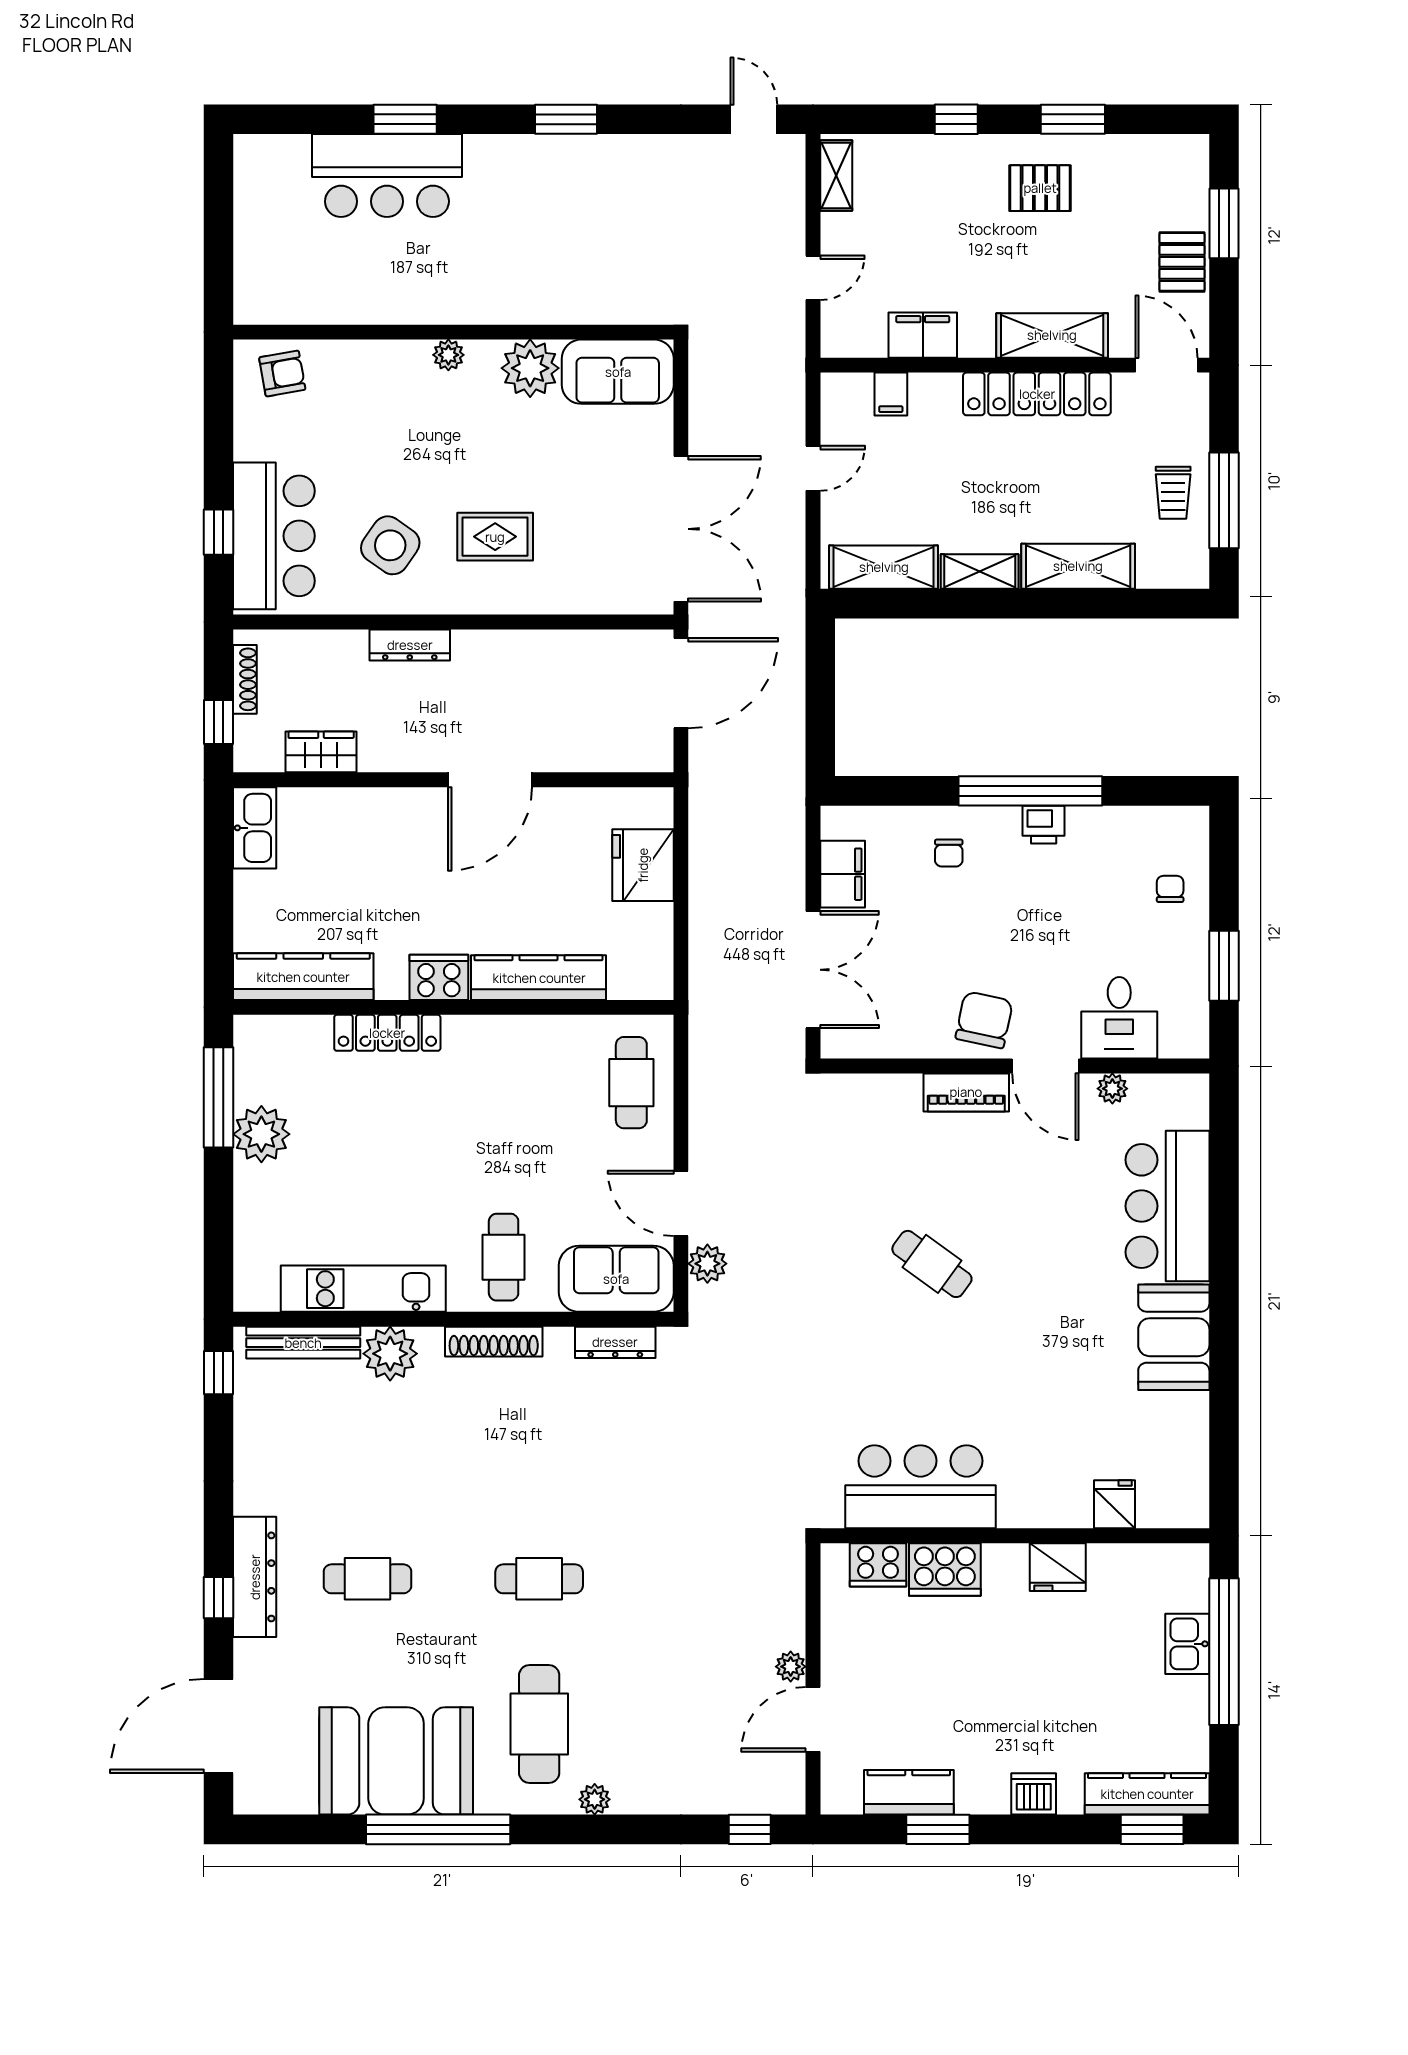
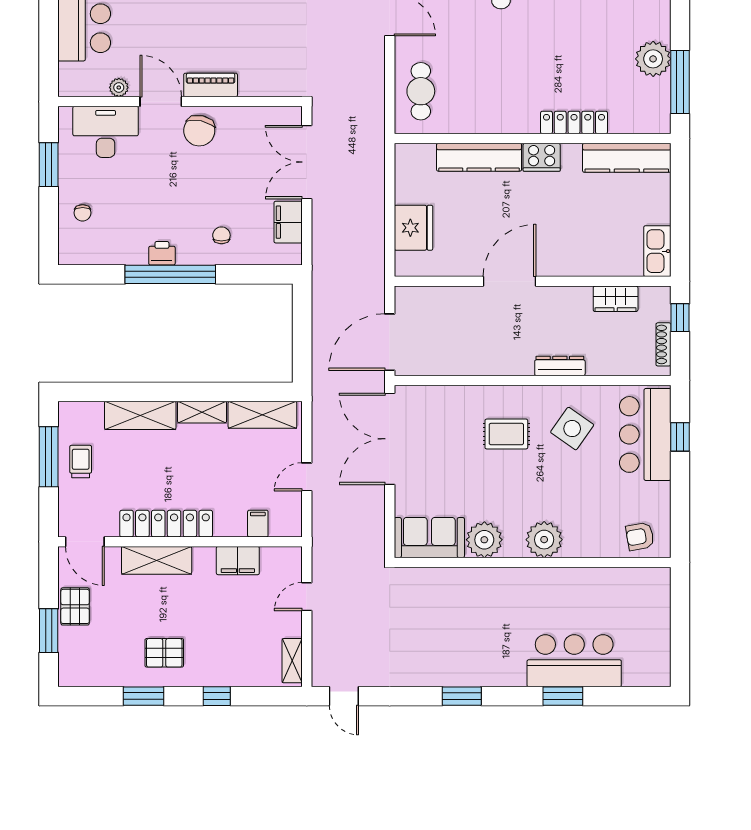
plant: (448, 355) -> (544, 540), width x1.88, depth x1.88
desk: (1119, 1018) -> (106, 132), width x1.37

